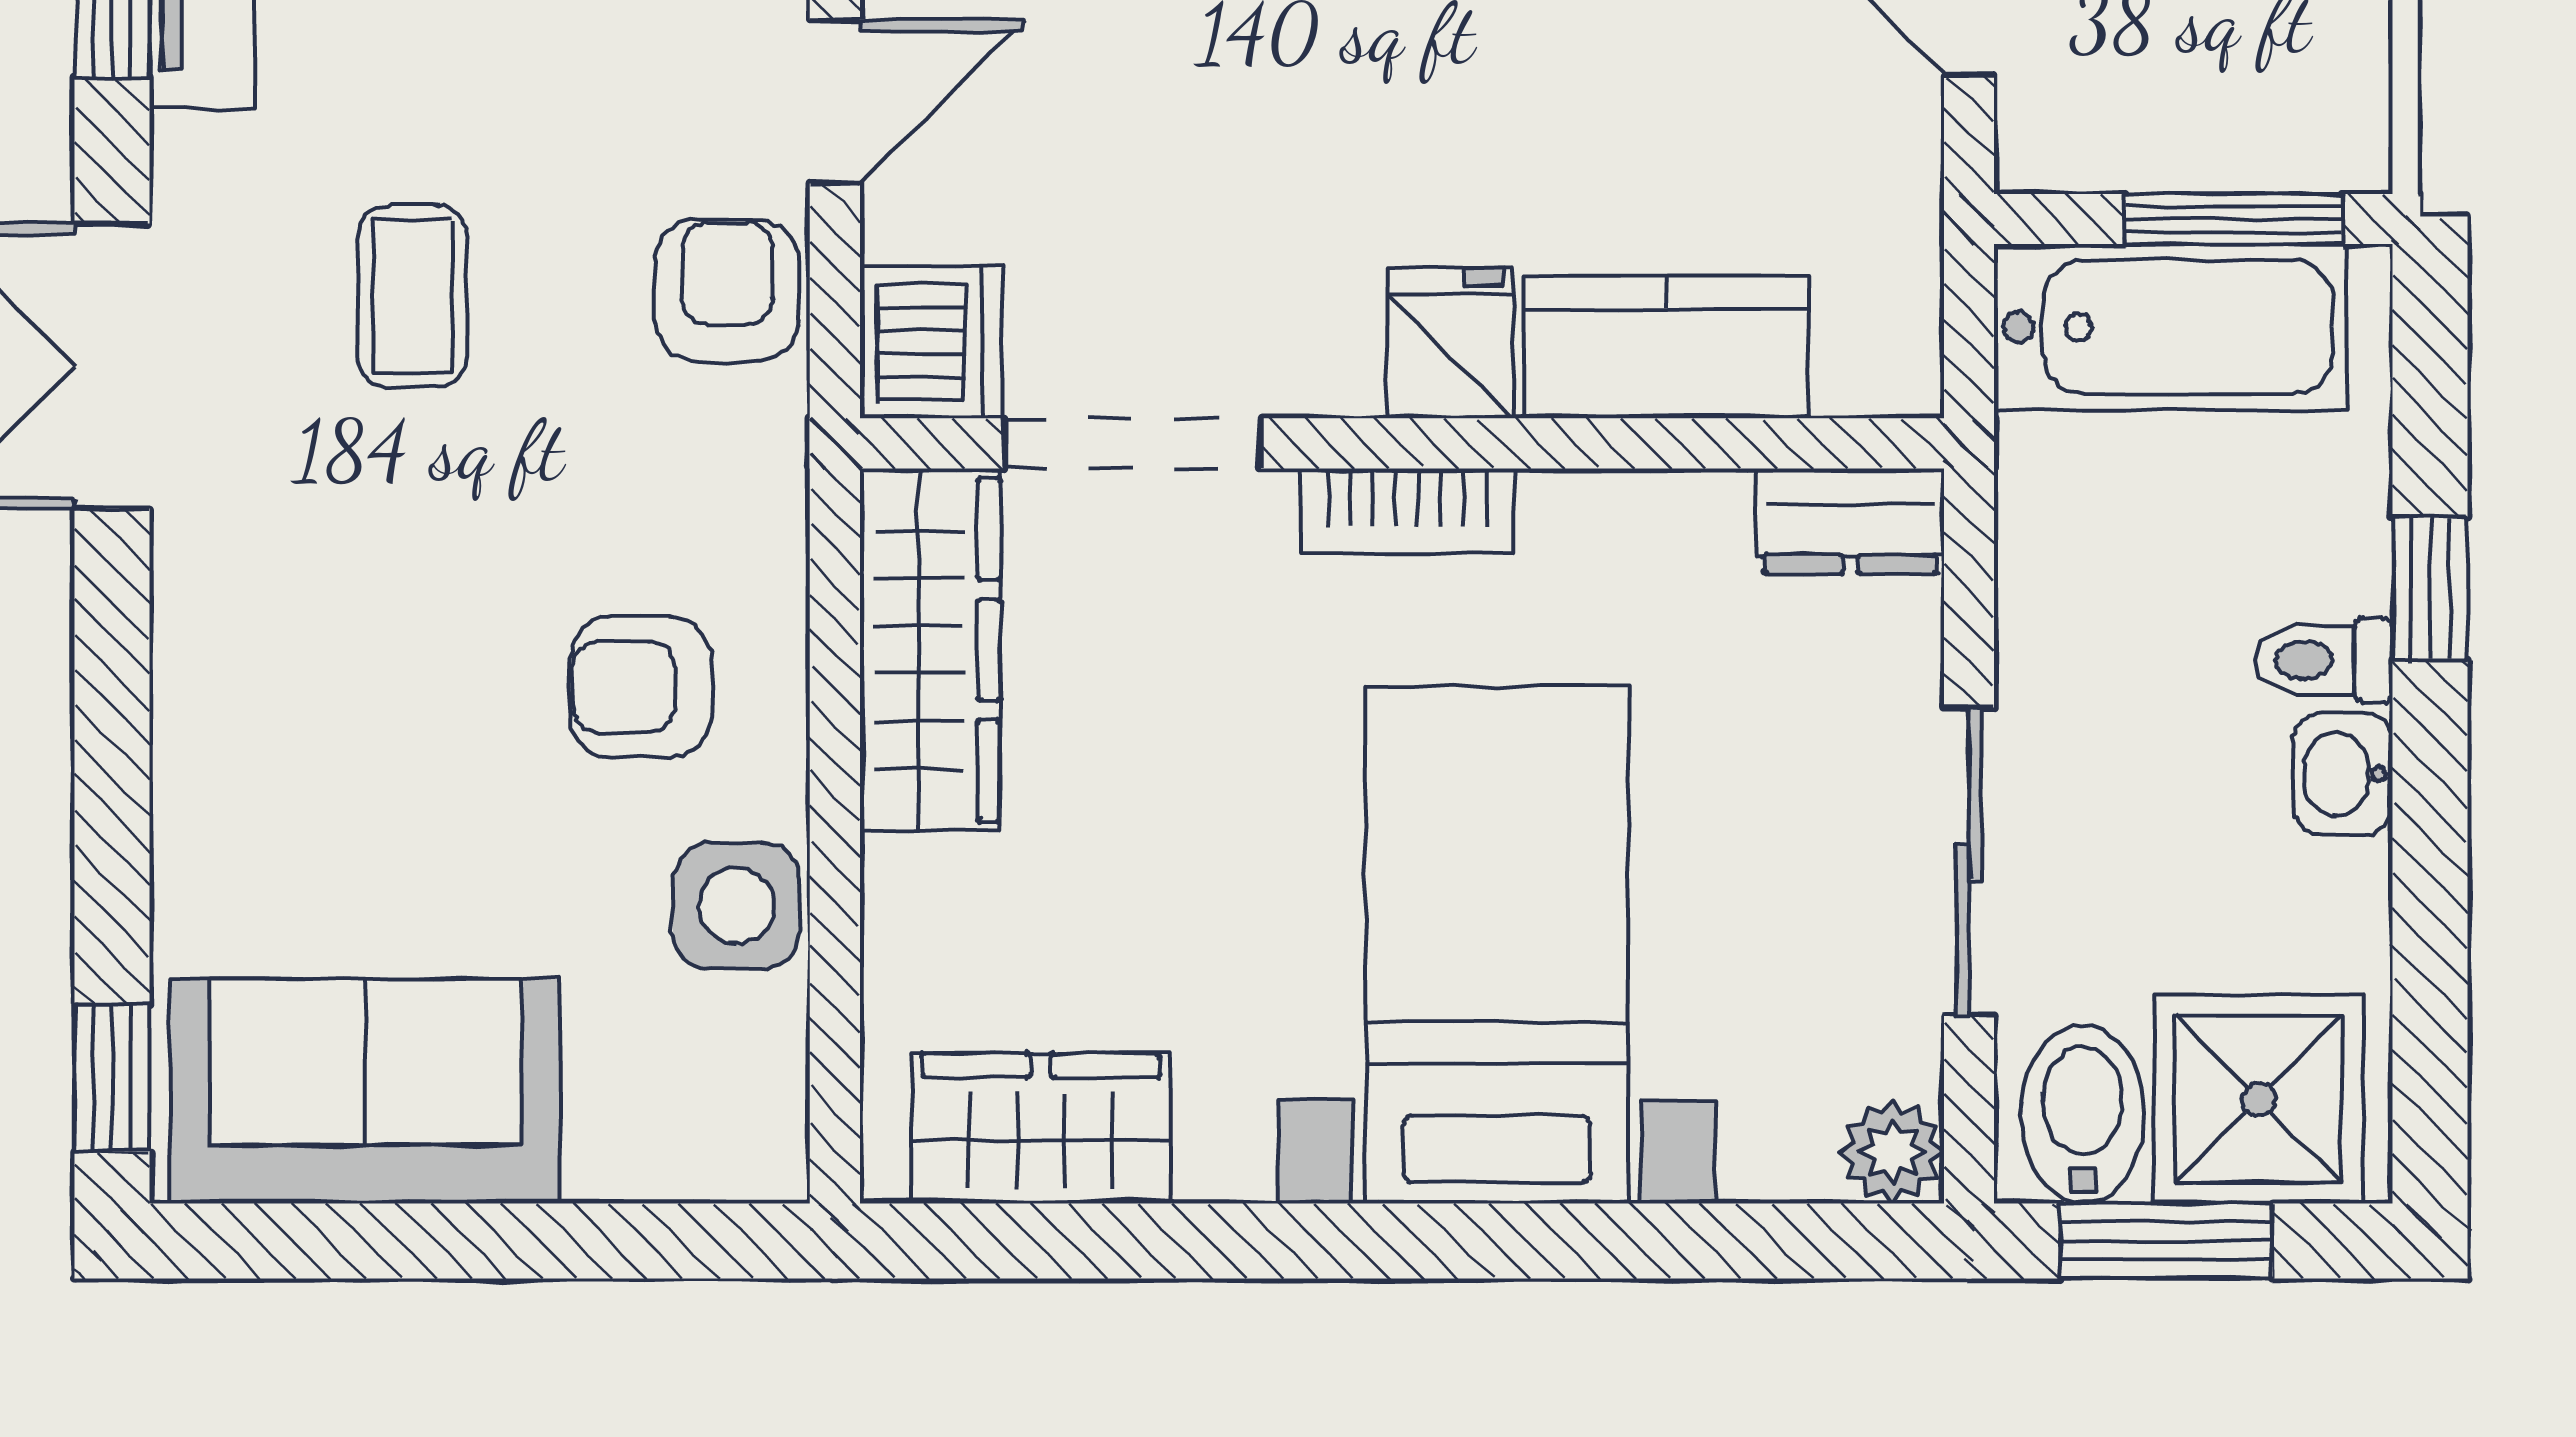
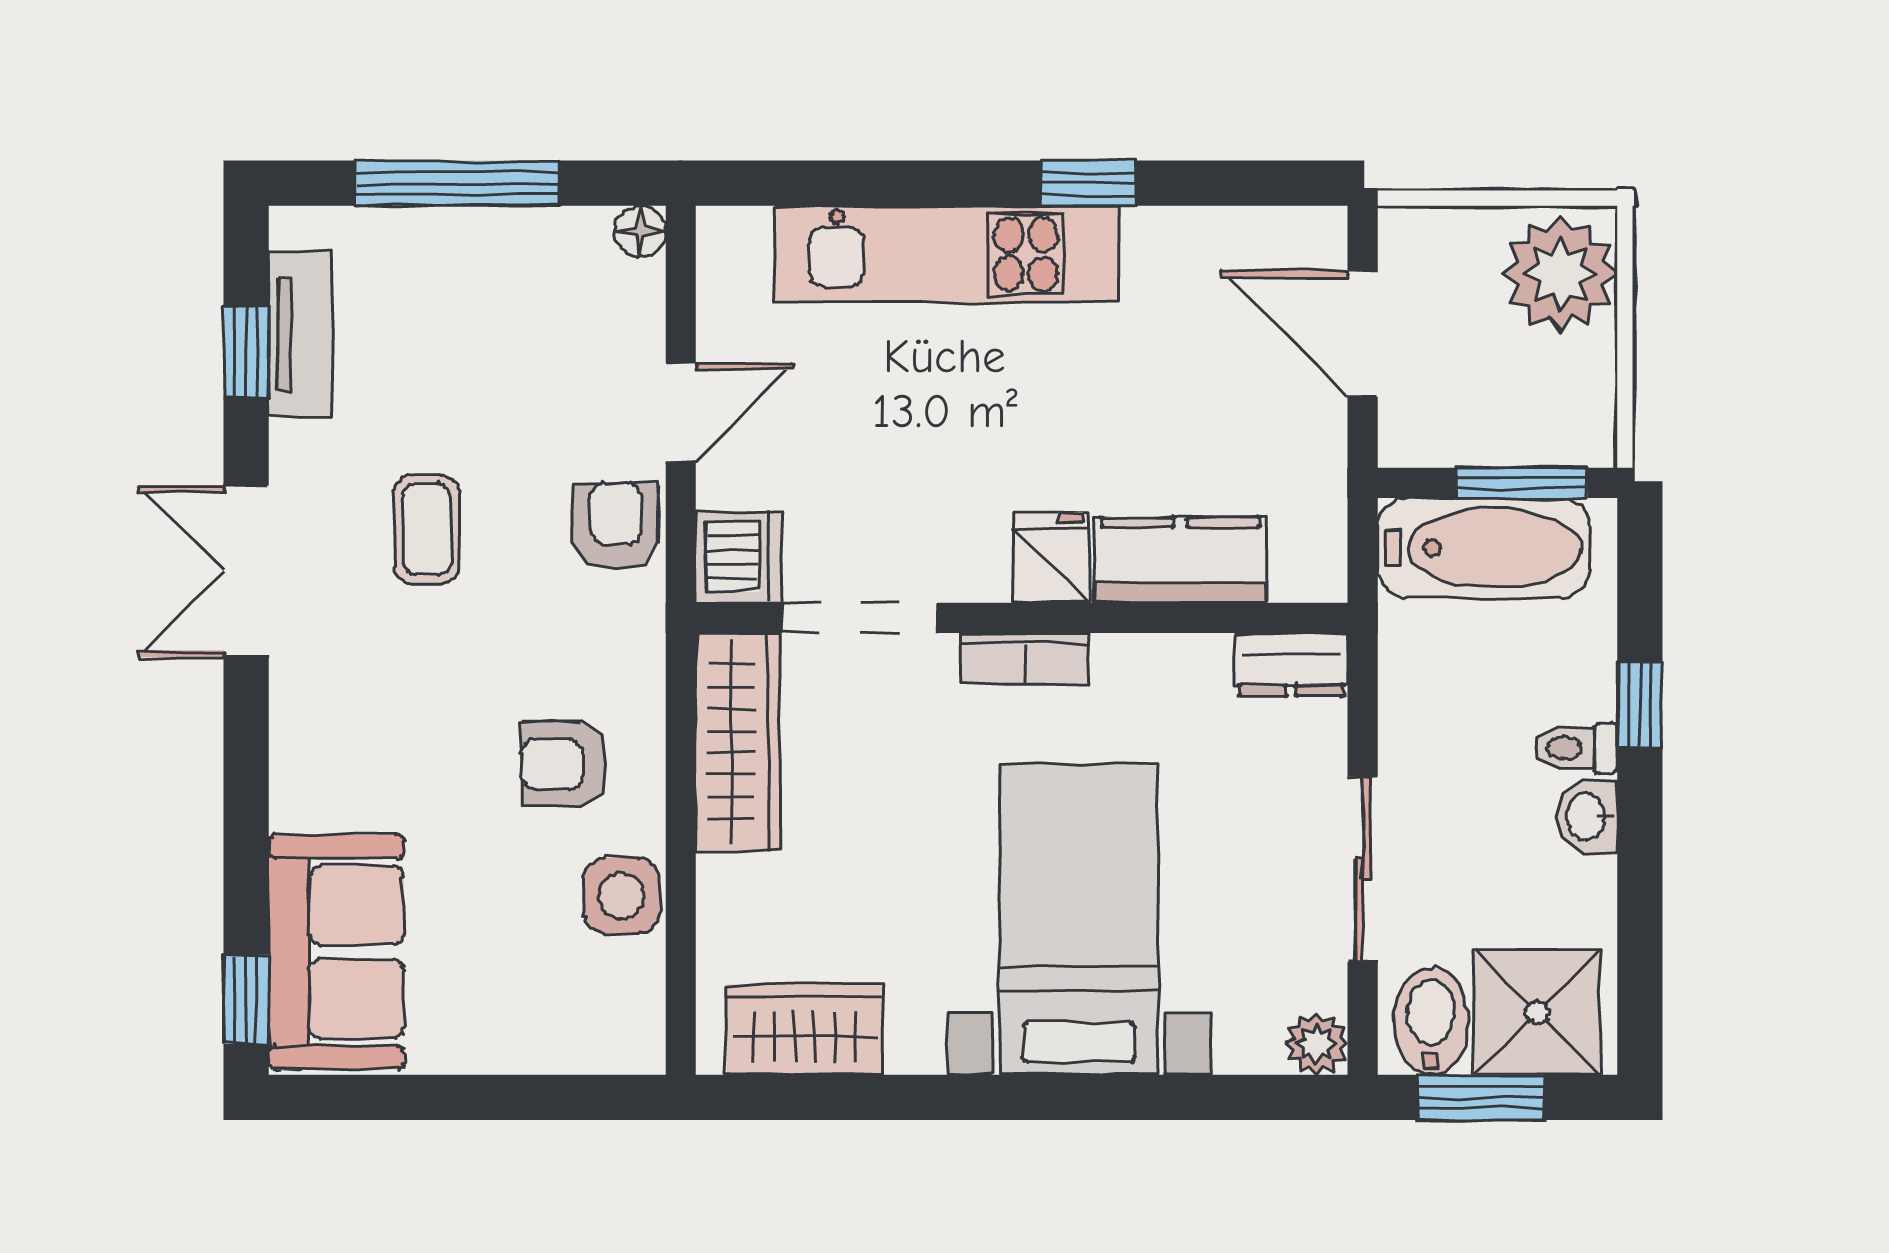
sofa: (365, 1091) -> (336, 952), moved, turned 90

